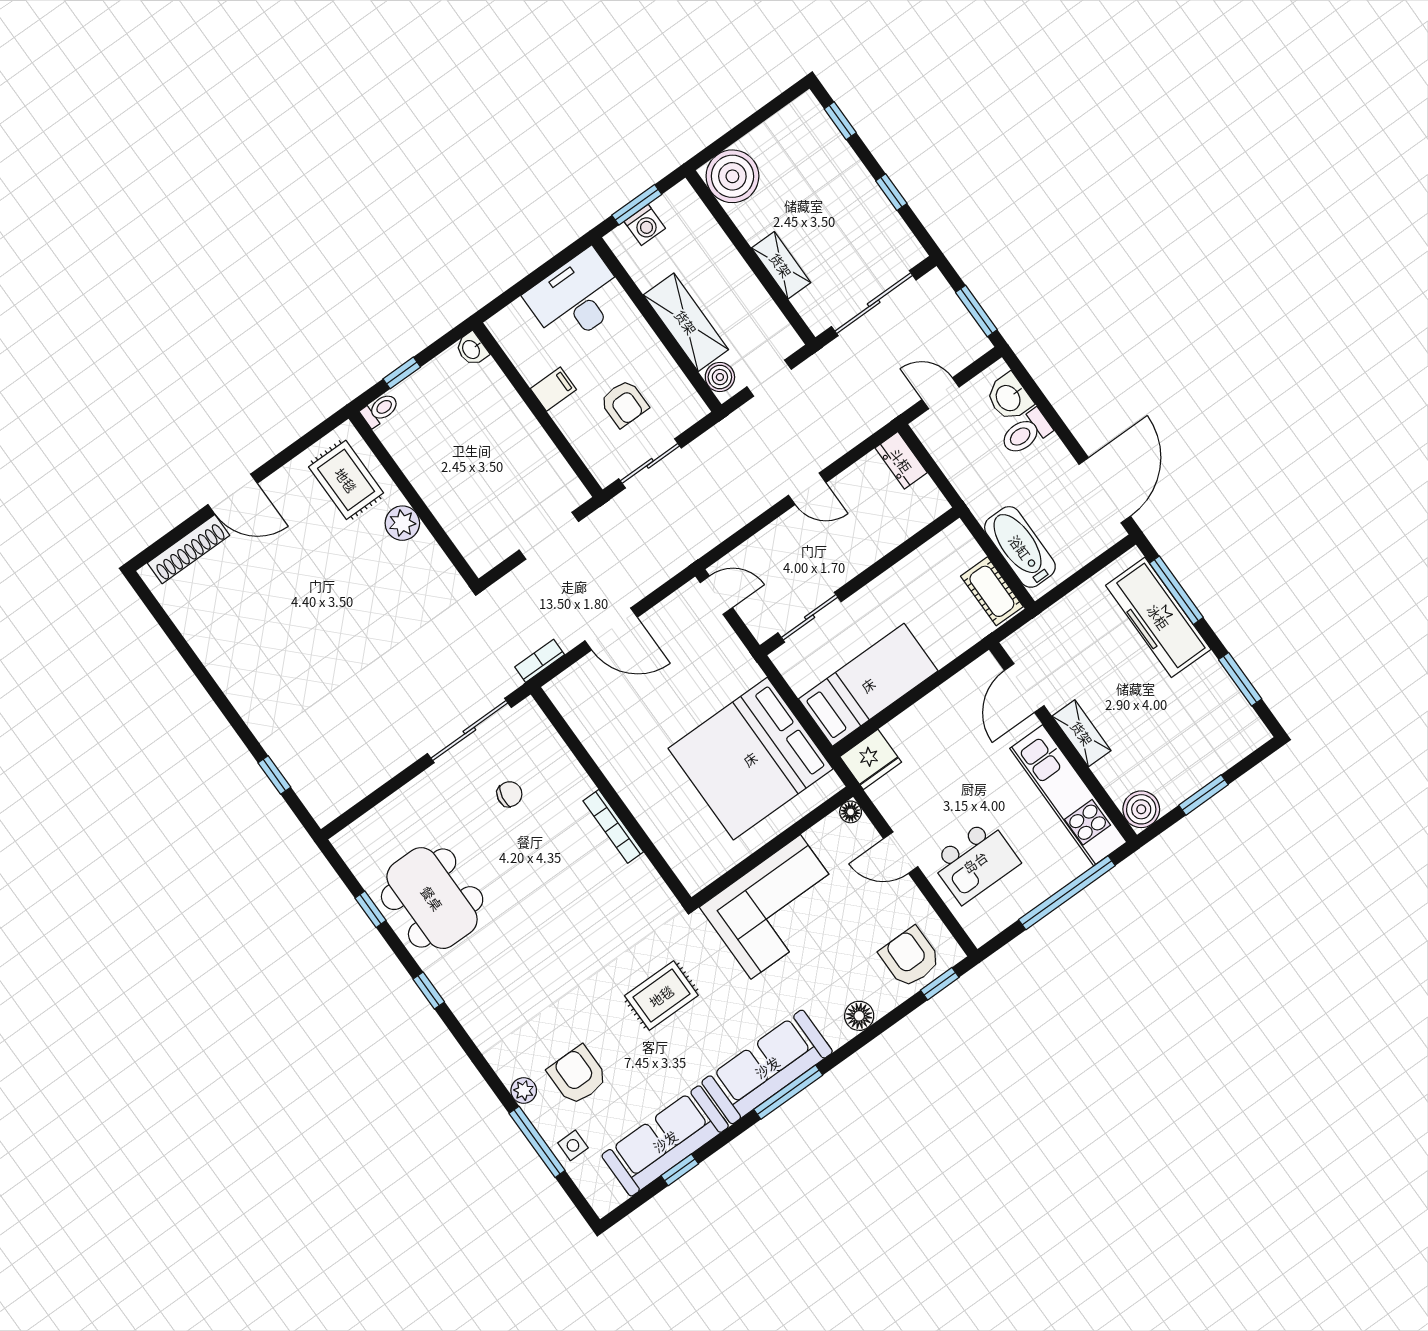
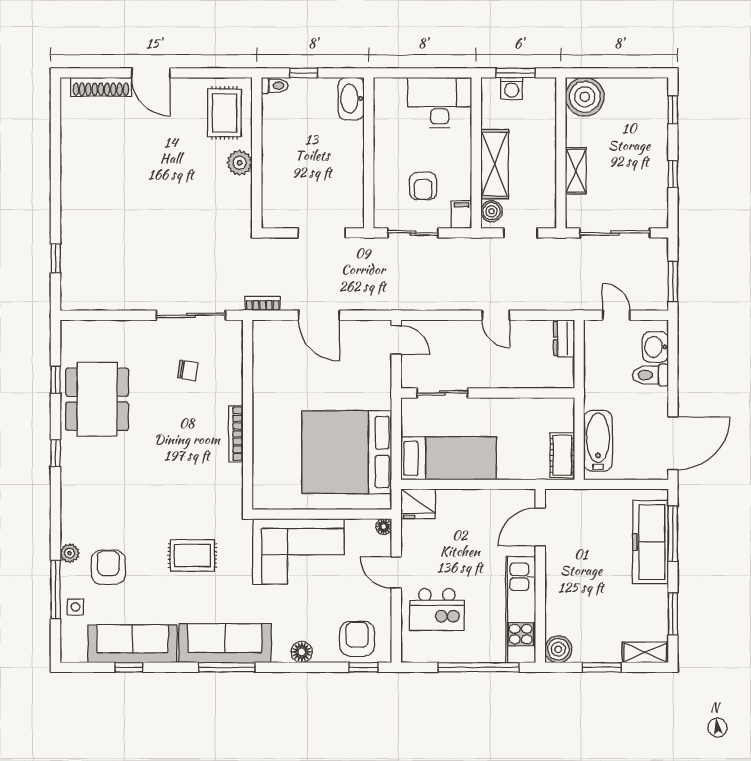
washbasin: (472, 349) -> (351, 99), width x1.91, depth x1.45
filing cabinet: (553, 389) -> (461, 215), moved, turned -90
shelving: (1082, 733) -> (645, 652), moved, turned 90

